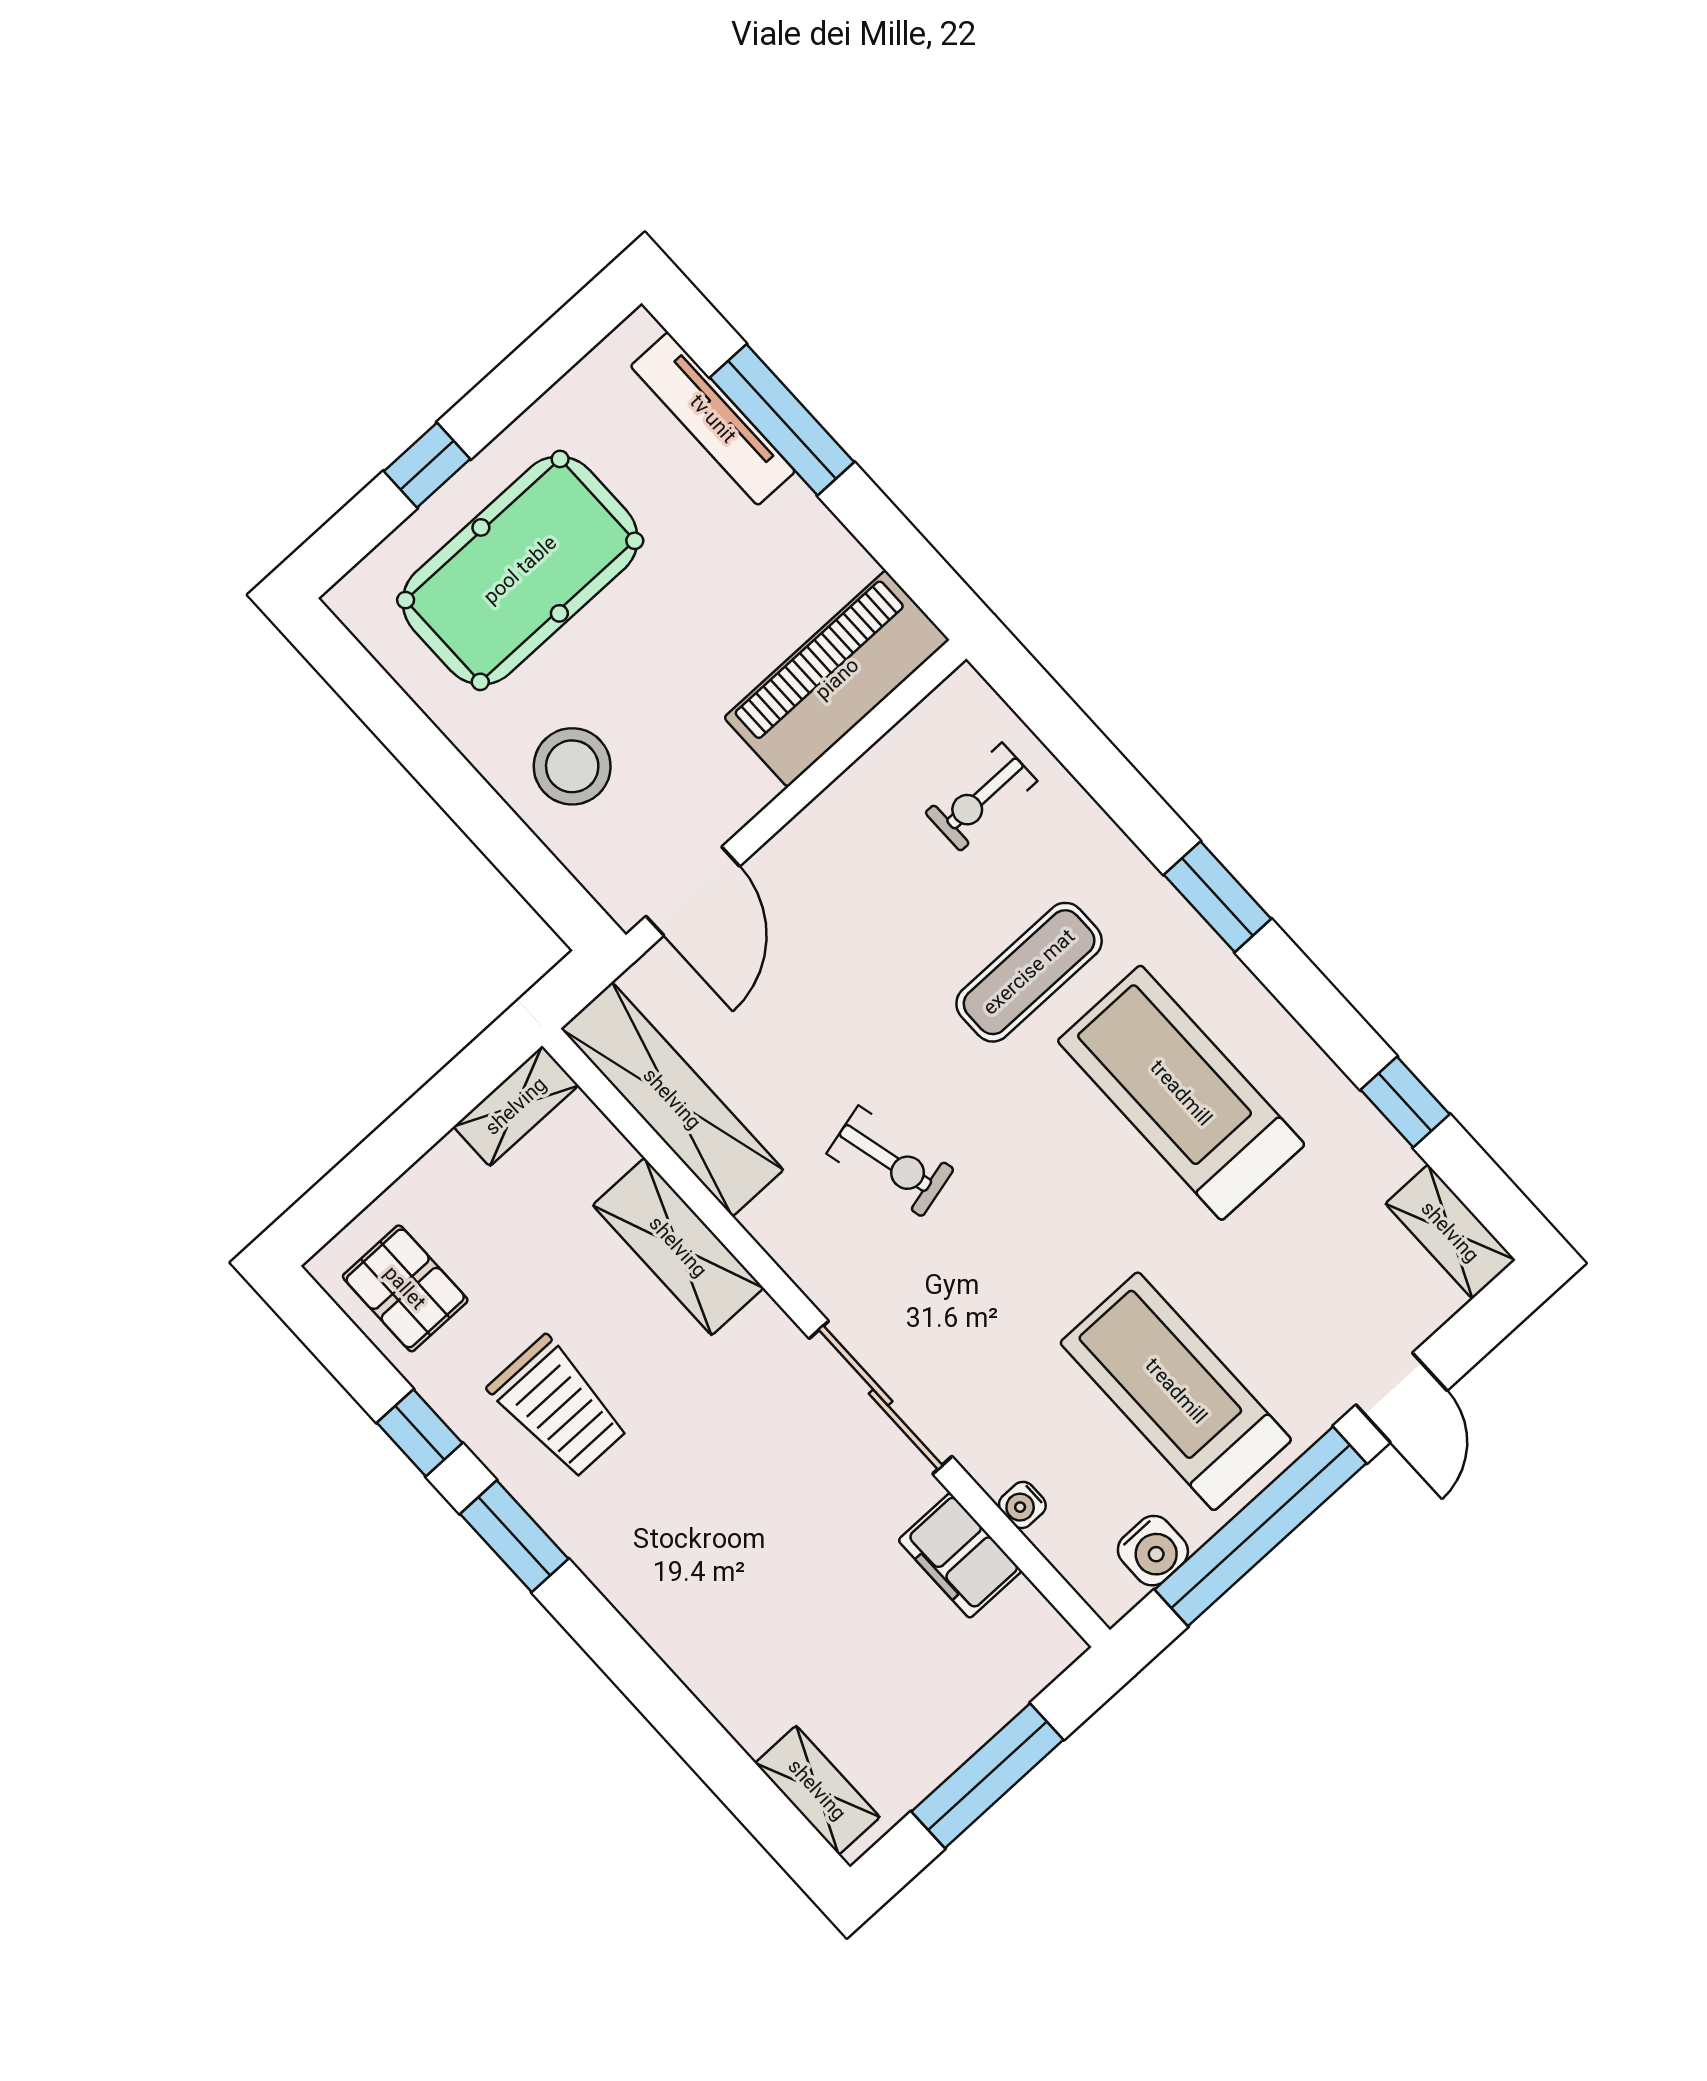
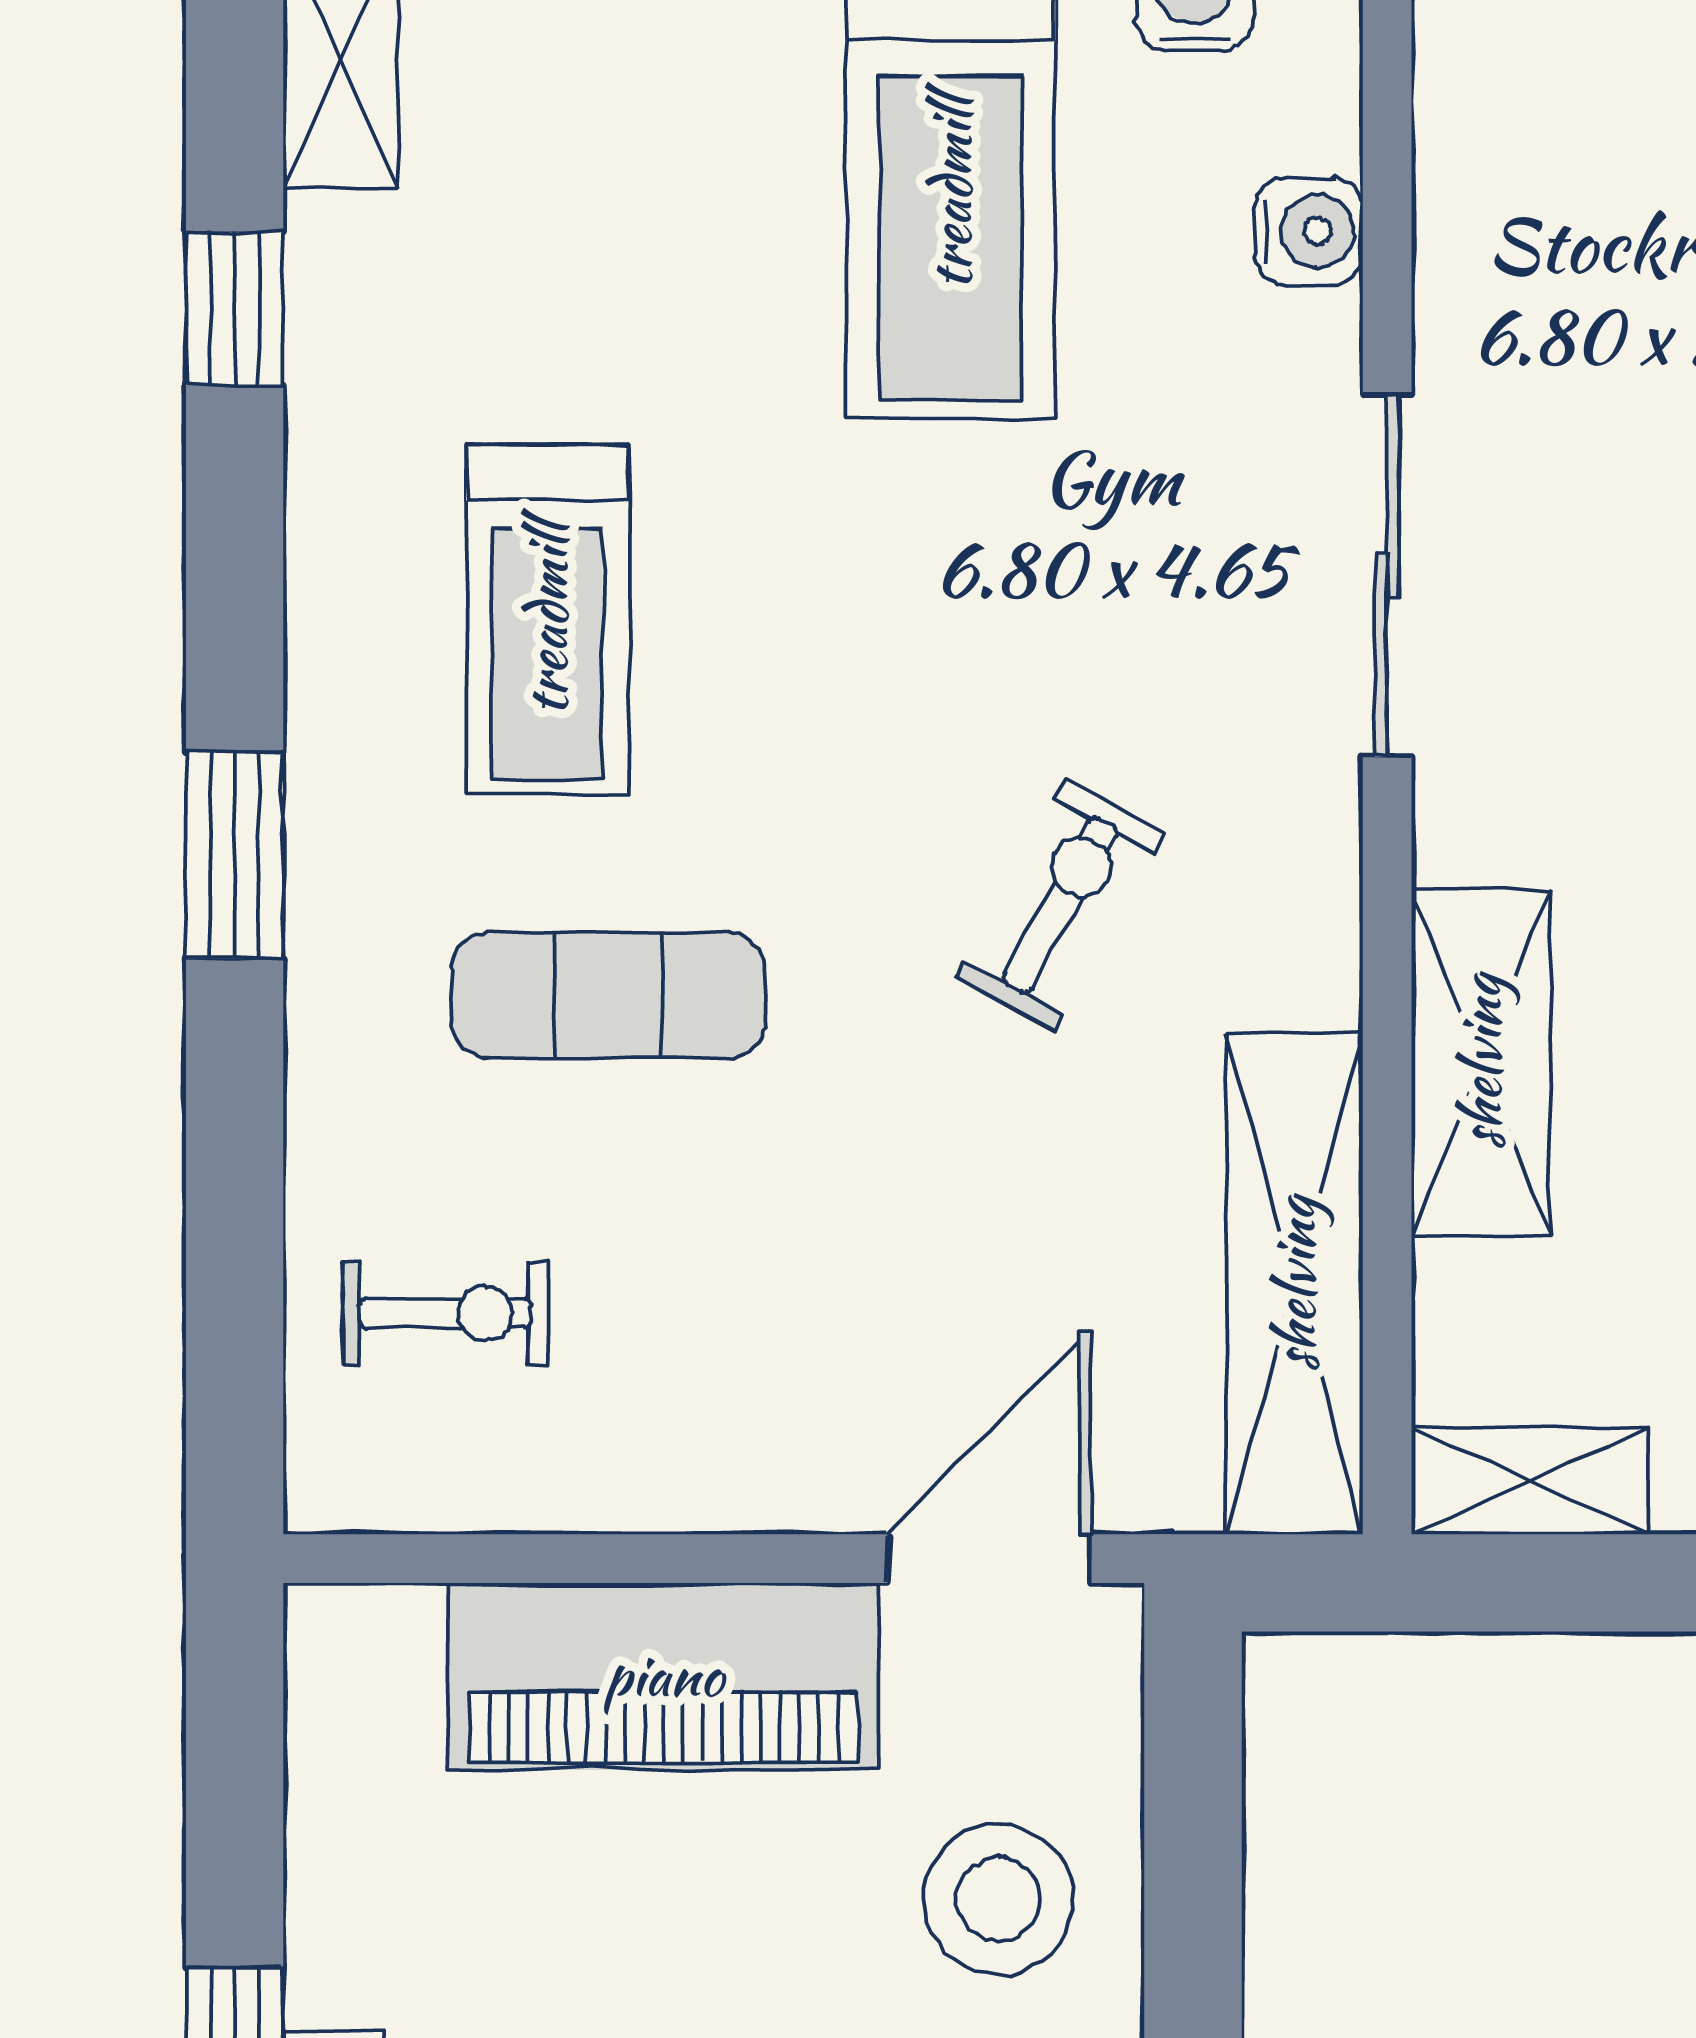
piano: (837, 679) -> (664, 1676), moved
treadmill: (1181, 1093) -> (547, 619), width x0.73, depth x0.73
exercise bike: (890, 1161) -> (1060, 905), turned 43
water cooler: (1022, 1505) -> (1309, 231), width x1.38, depth x1.38
filing cabinet: (960, 1556) -> (1481, 240), removed

